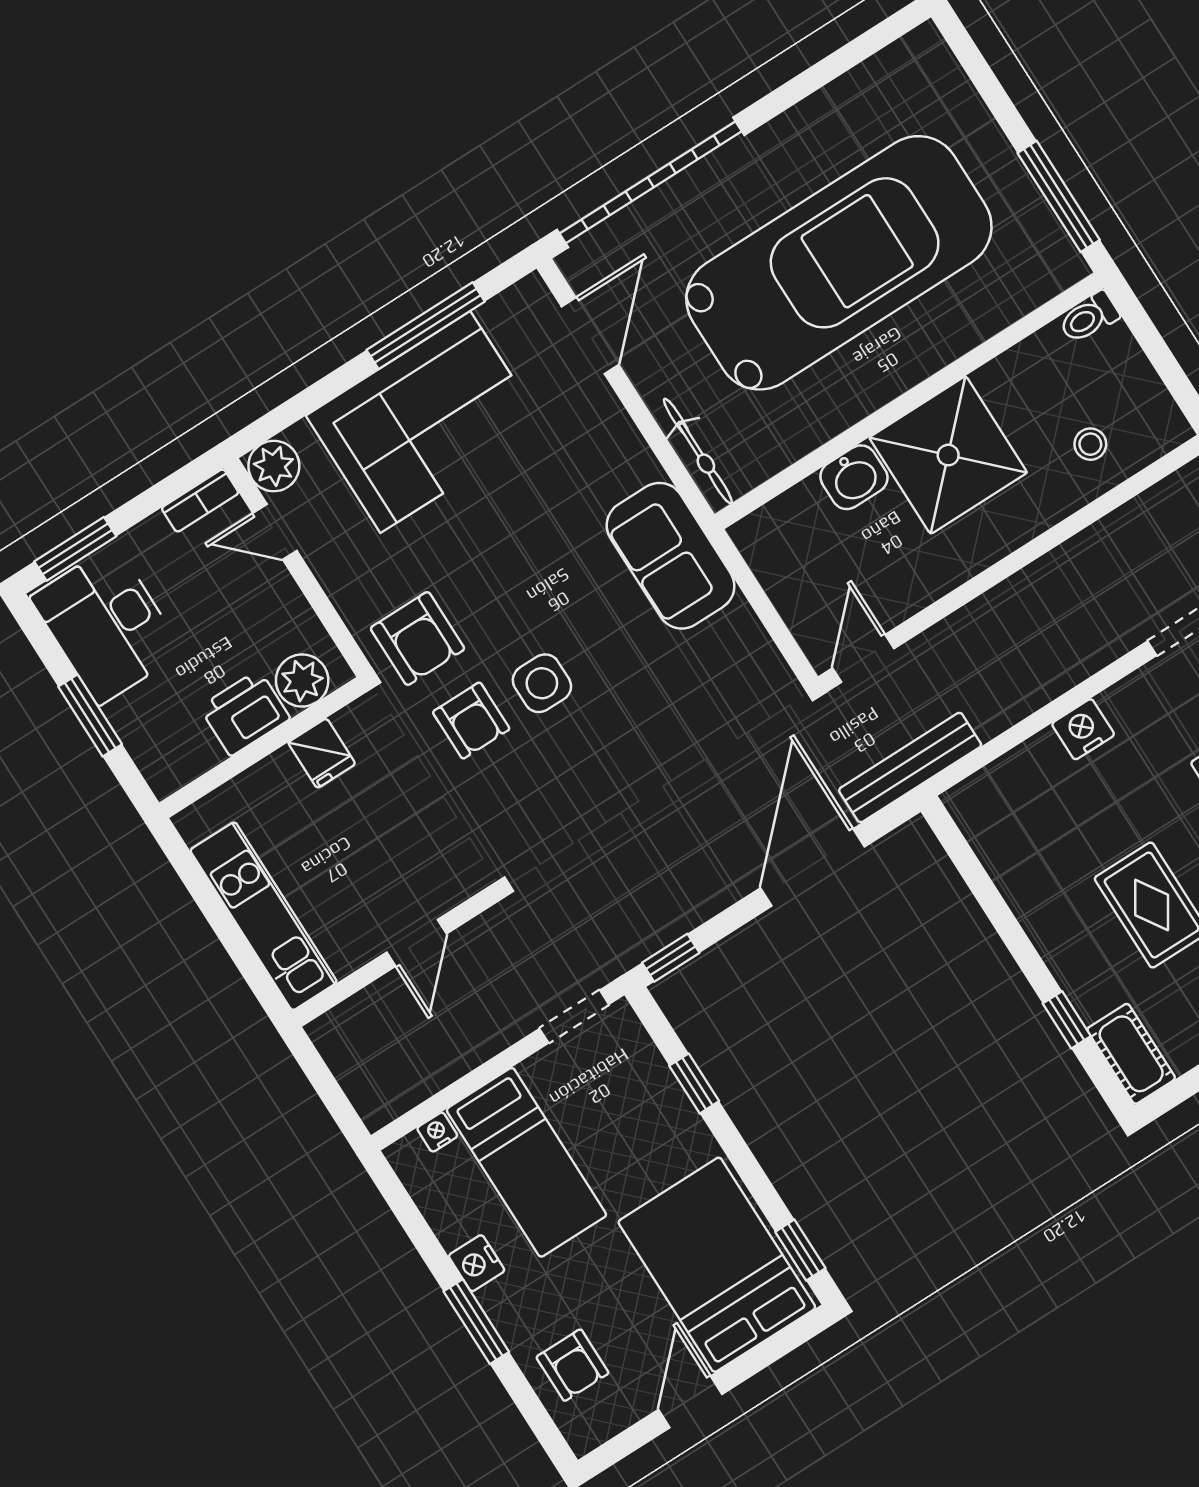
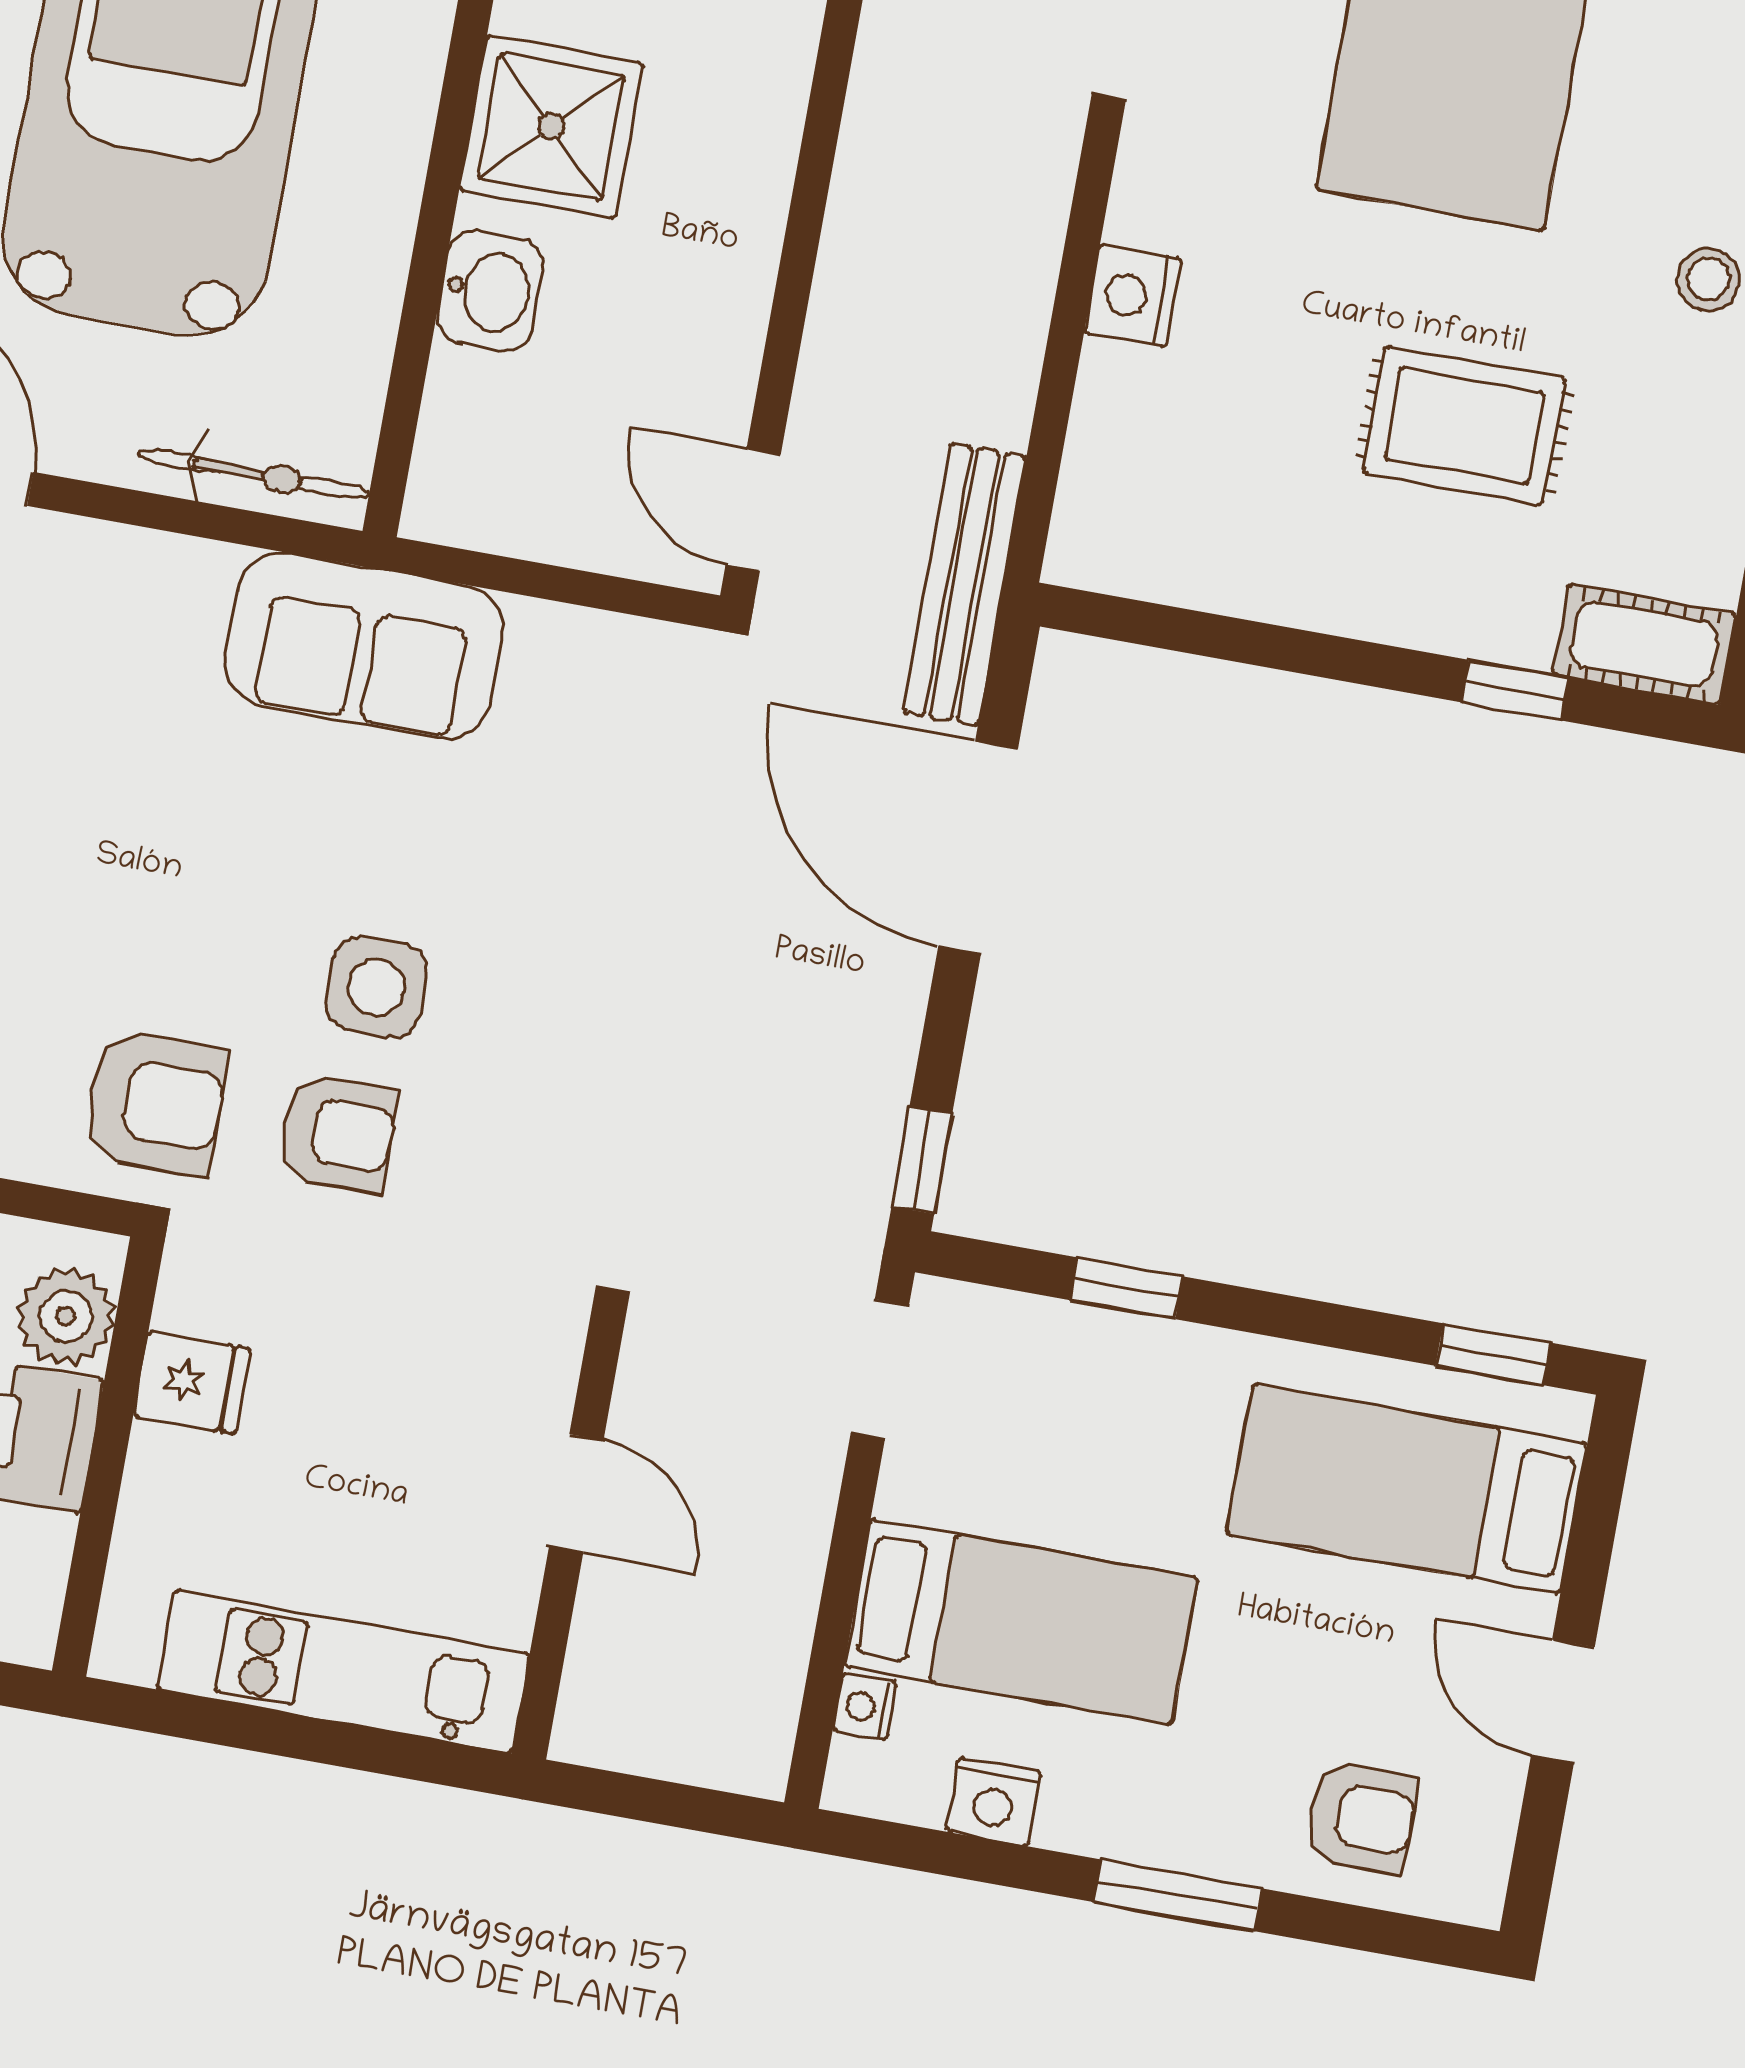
shower: (948, 455) -> (551, 127), width x0.73, depth x0.73
nightstand: (477, 1263) -> (994, 1801), moved
bed: (717, 1265) -> (1407, 1489), width x0.67

